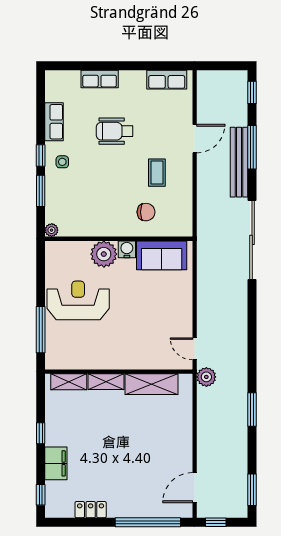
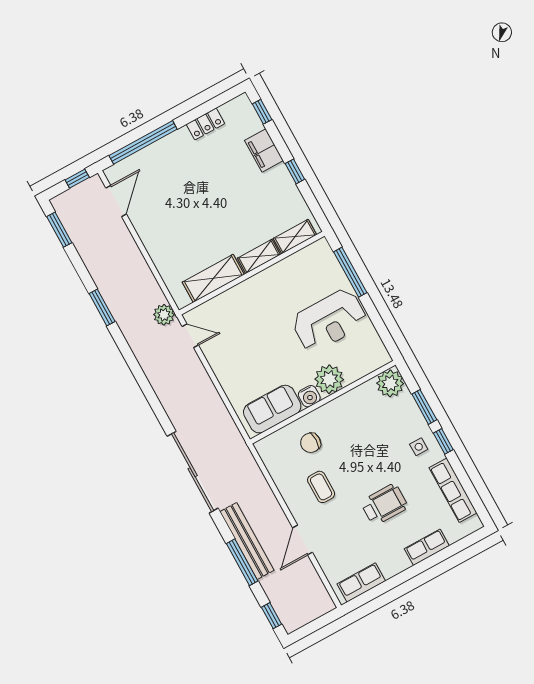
row of seats: (54, 122) -> (453, 490), width x1.48
plant: (52, 230) -> (390, 383), width x1.88, depth x1.88

